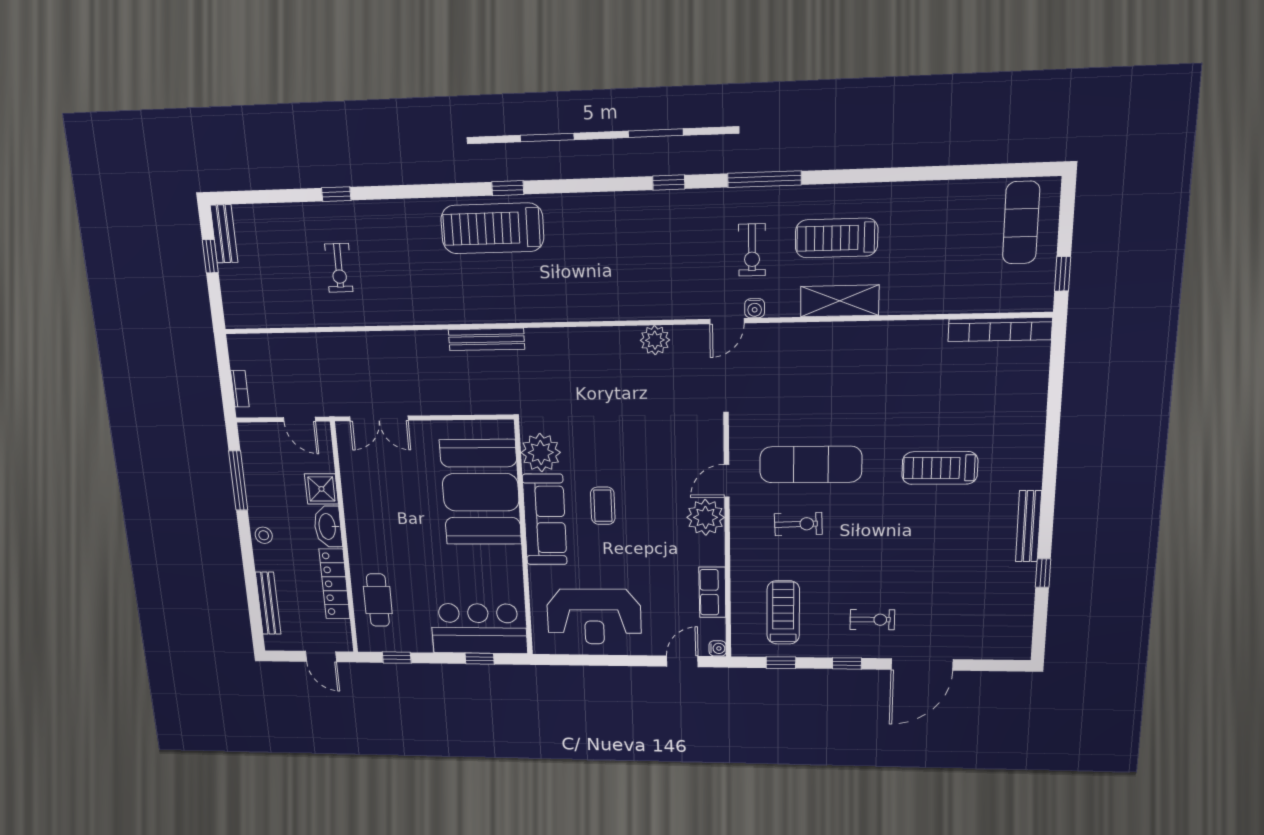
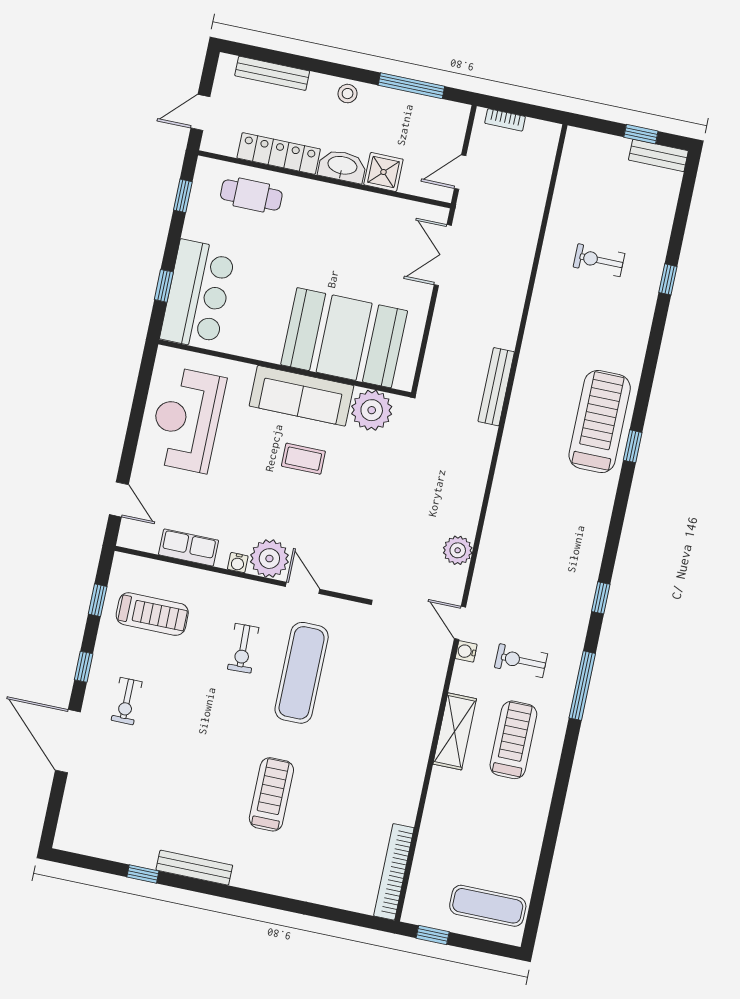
water cooler: (718, 648) -> (238, 563), moved

